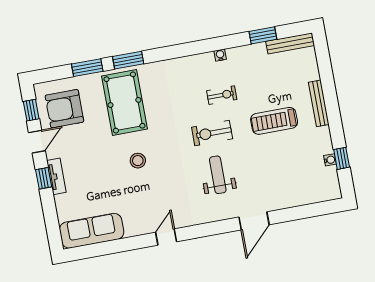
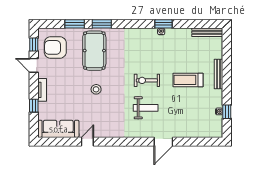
window: (263, 35) -> (163, 24), moved
exercise bike: (222, 95) -> (157, 57), removed
door: (37, 142) -> (34, 65), swing flipped
weight bench: (218, 175) -> (146, 108), turned 90
window: (44, 178) -> (34, 106), moved
door: (166, 237) -> (87, 142), moved

